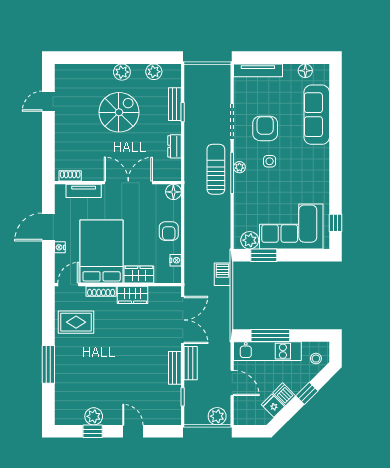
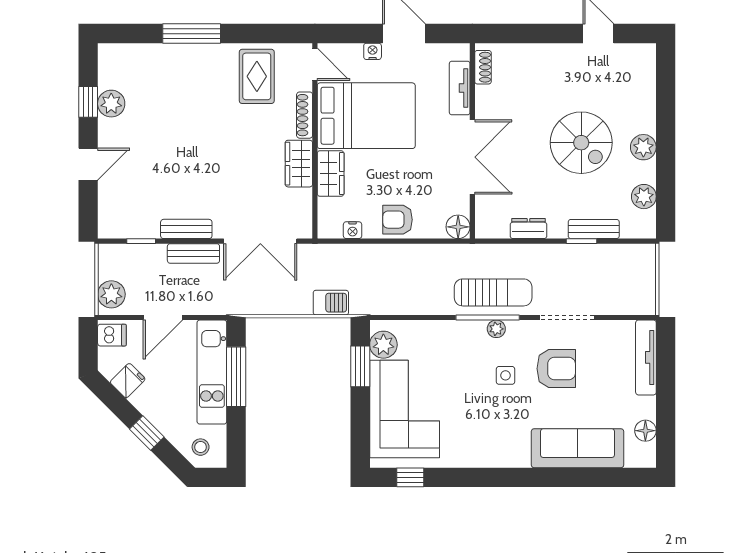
dishwasher: (284, 394) -> (112, 335), moved, turned 45

